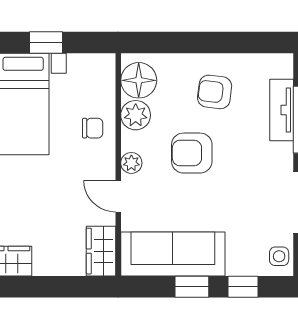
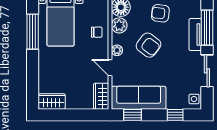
tv unit: (282, 110) -> (195, 35), moved
armchair: (192, 153) -> (148, 45), turned -143
window: (192, 287) -> (132, 115), moved

